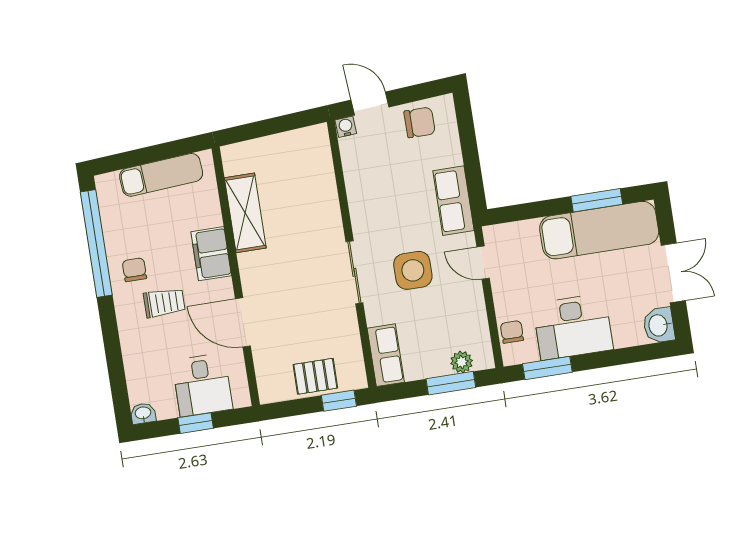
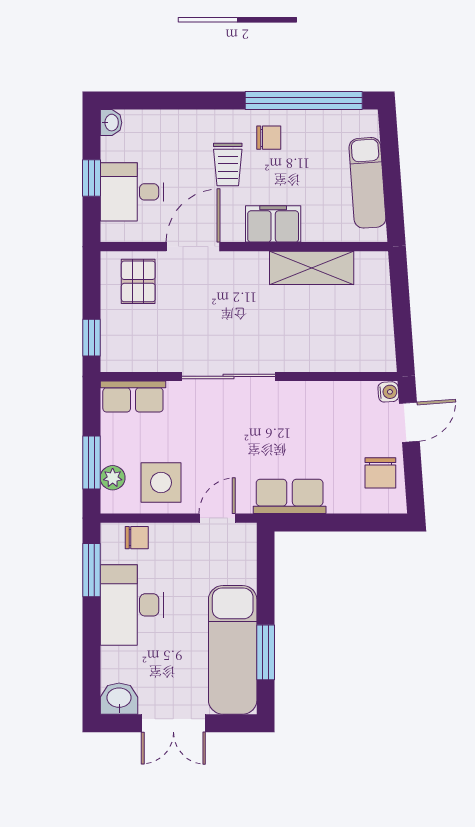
side table: (413, 270) -> (161, 483), moved
sliding door: (354, 272) -> (229, 376), width x1.37
pallet: (315, 376) -> (138, 281), moved

